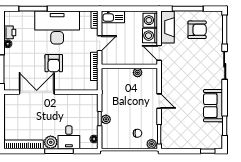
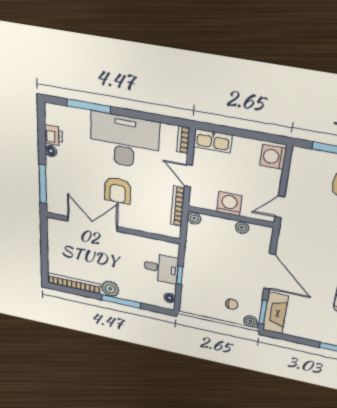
fireplace: (167, 27) -> (275, 313), moved
washing machine: (150, 36) -> (229, 204), moved, turned 90
door: (100, 43) -> (188, 176), swing flipped
door: (159, 53) -> (280, 207), hinge flipped
door: (159, 101) -> (269, 272), width x1.88
plant: (106, 119) -> (194, 218), moved
desk: (69, 137) -> (161, 268), moved, turned -90

